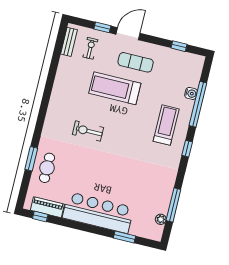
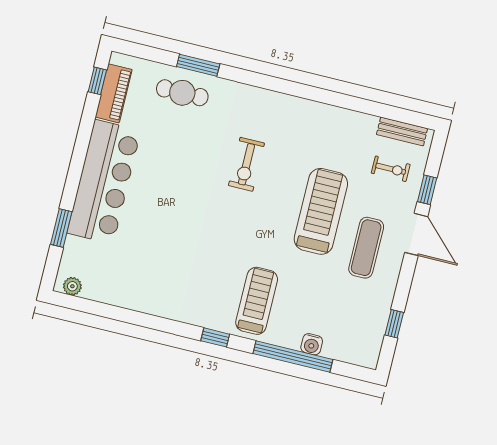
treadmill: (166, 125) -> (257, 301), turned -90
exercise bike: (88, 131) -> (246, 164), turned 180
window: (173, 205) -> (117, 313), removed
plant: (161, 219) -> (72, 286), moved

